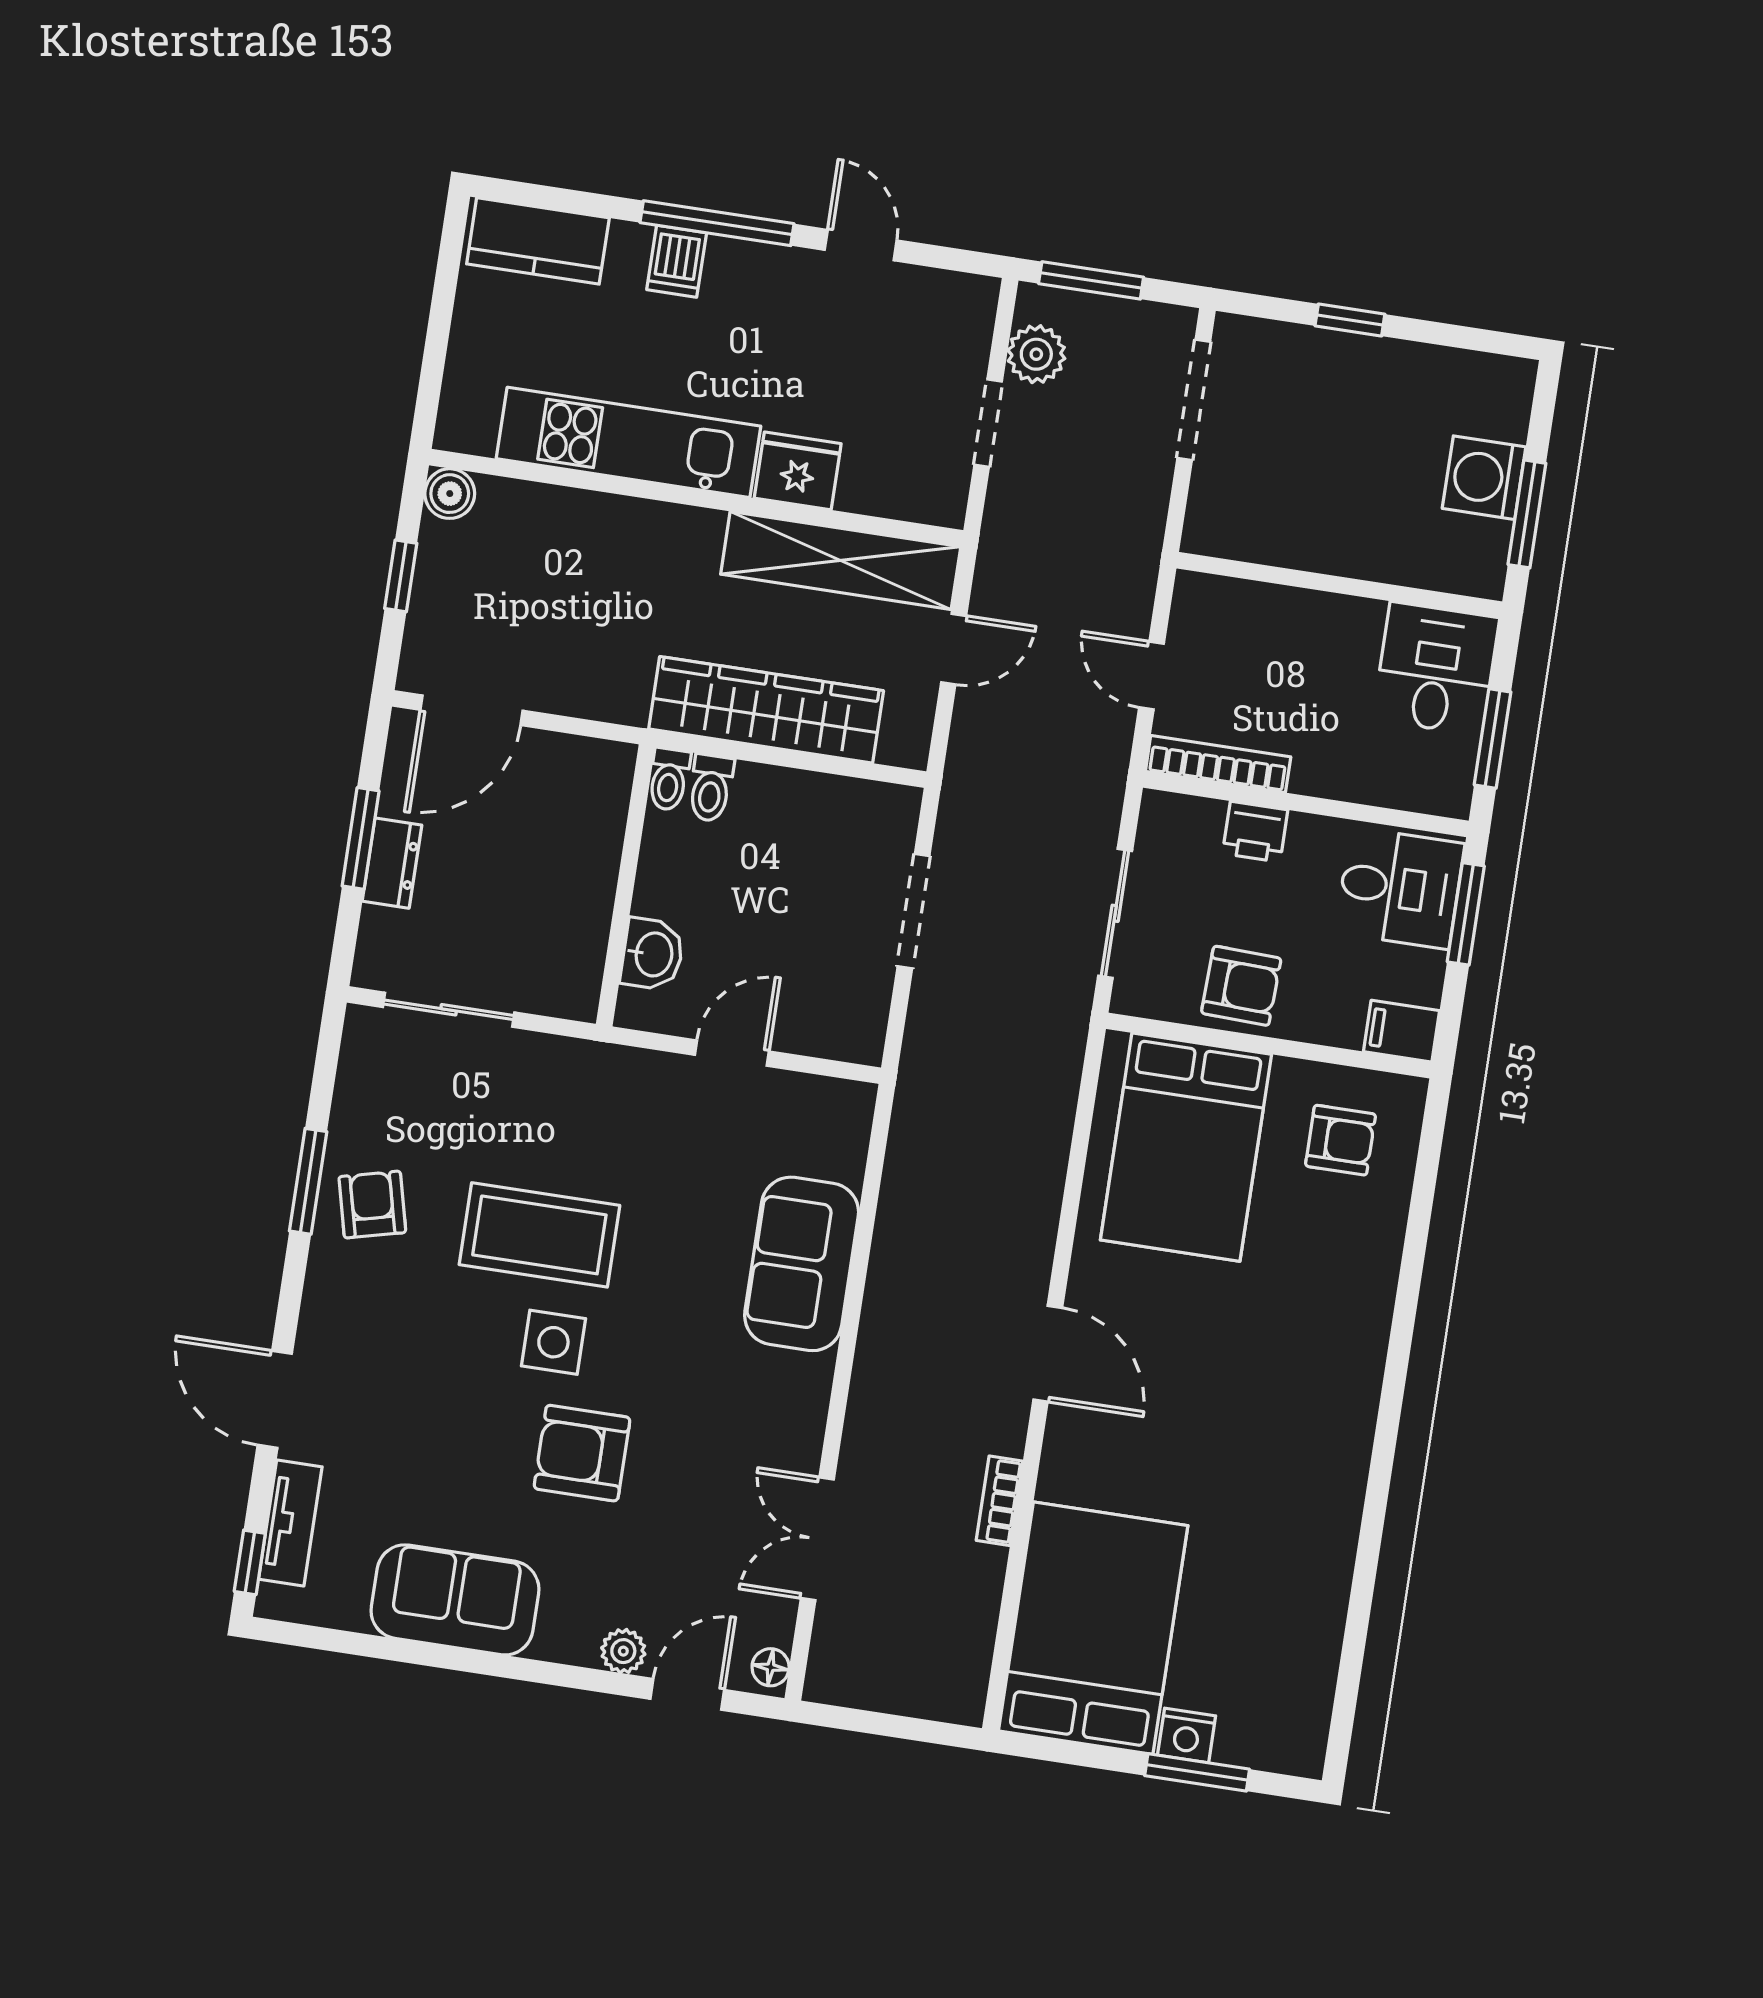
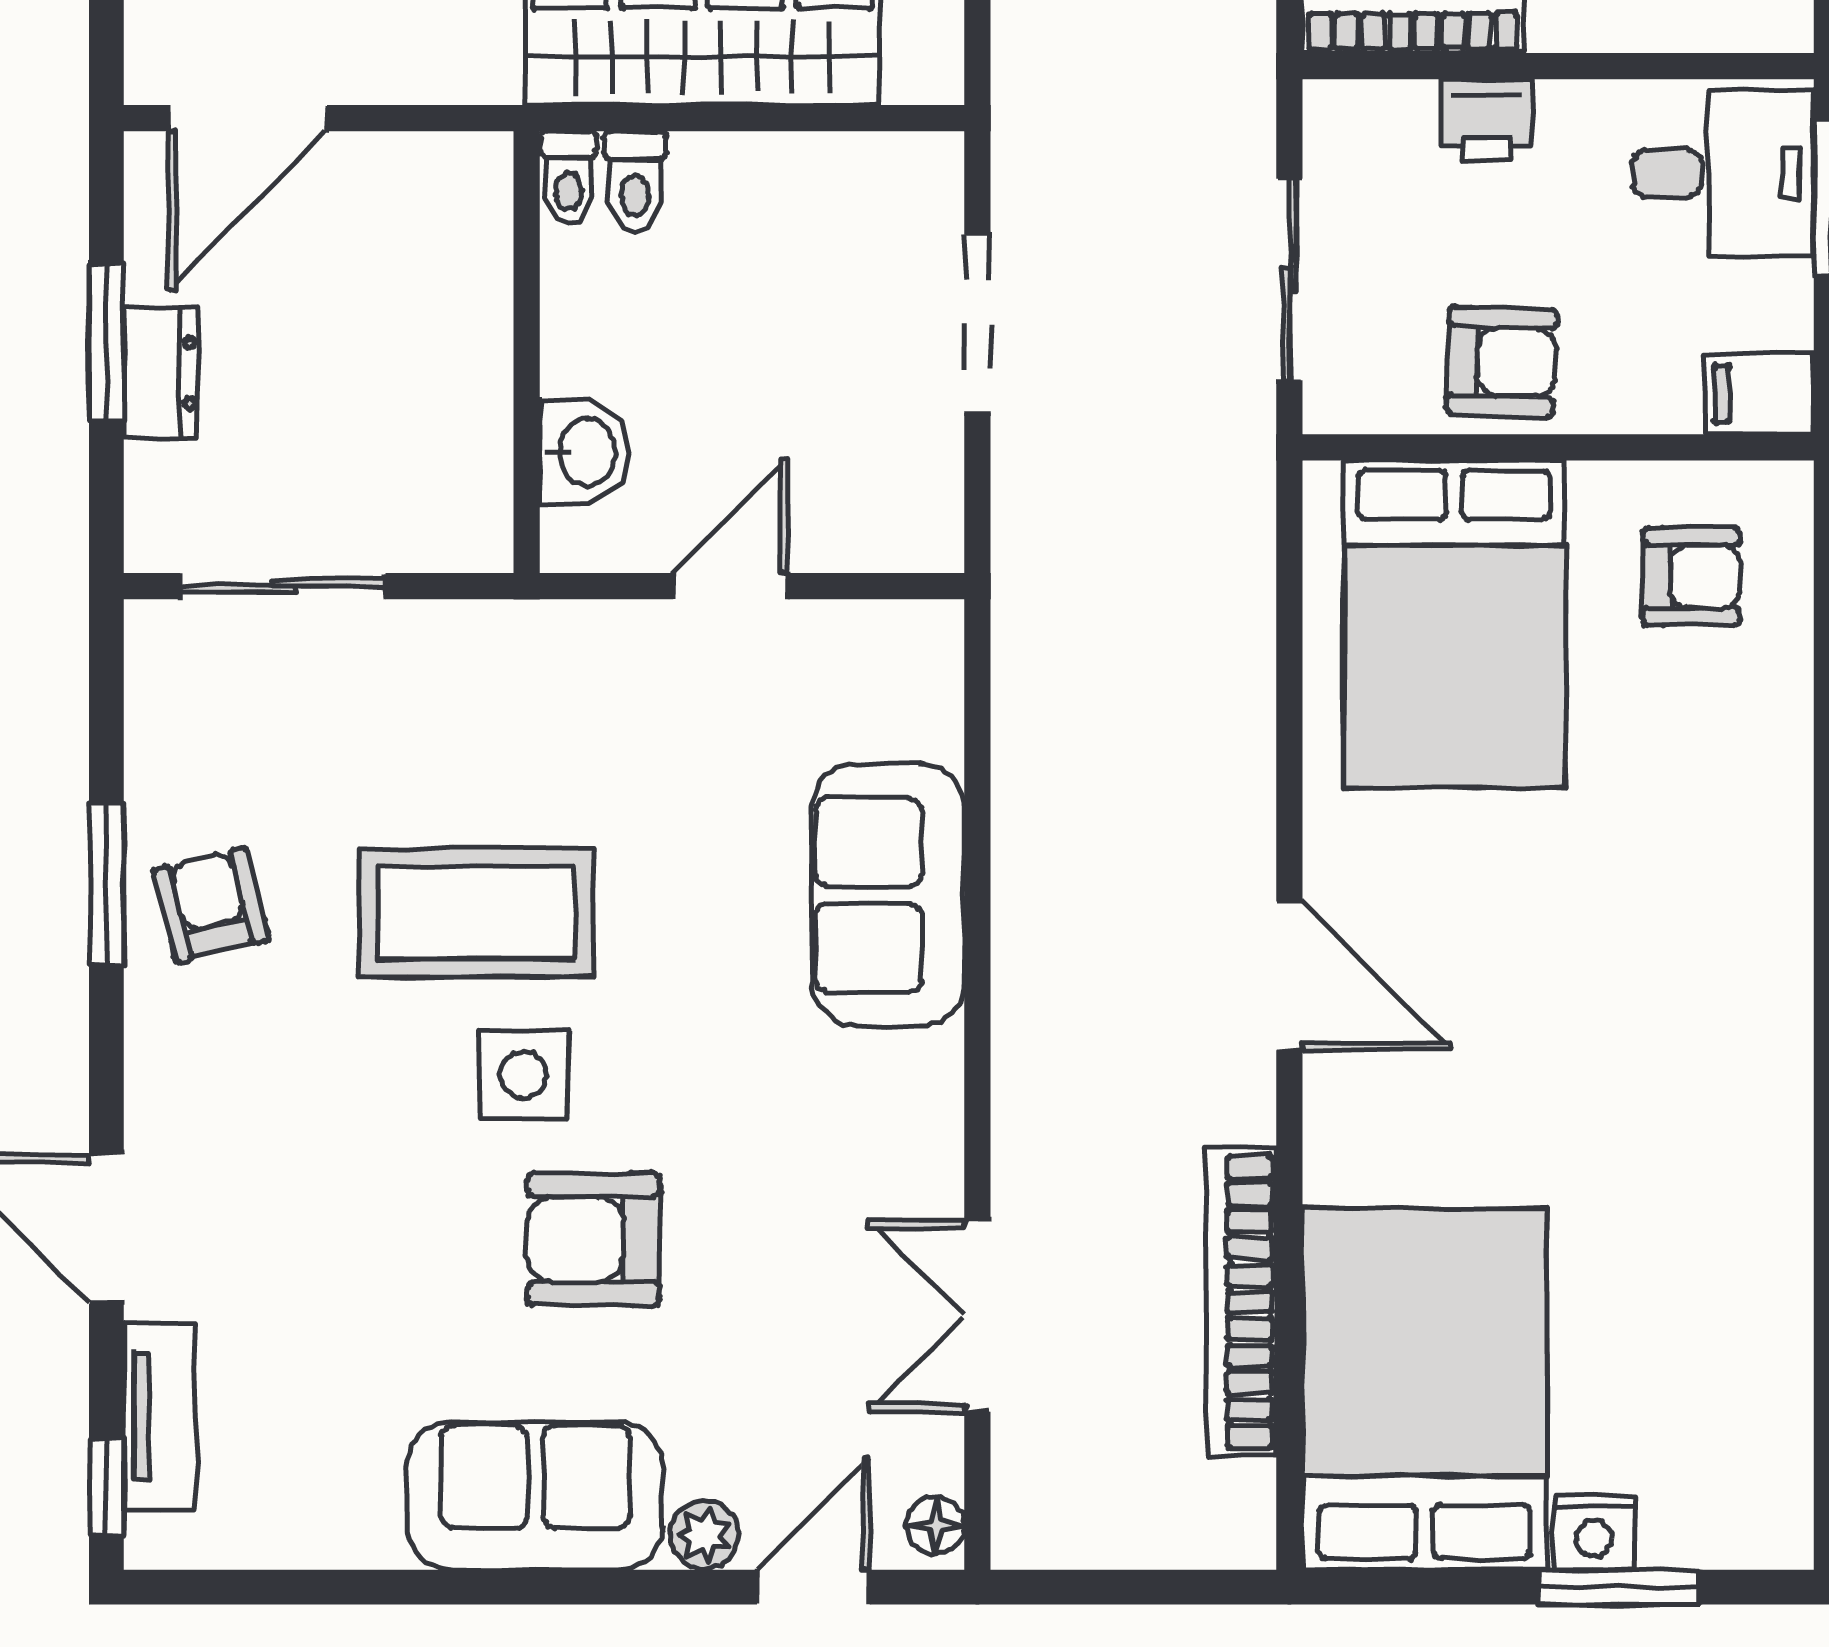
bookcase: (999, 1501) -> (1241, 1302), width x2.31, depth x1.31
sofa: (455, 1600) -> (535, 1496), moved

